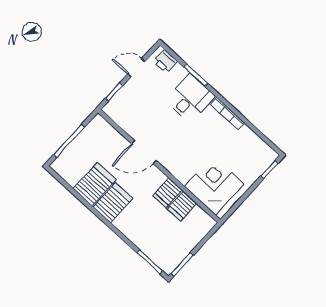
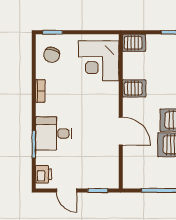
bookcase: (227, 114) -> (40, 91), width x0.64
chair: (252, 153) -> (52, 55), added
server rack: (182, 206) -> (134, 43), moved

